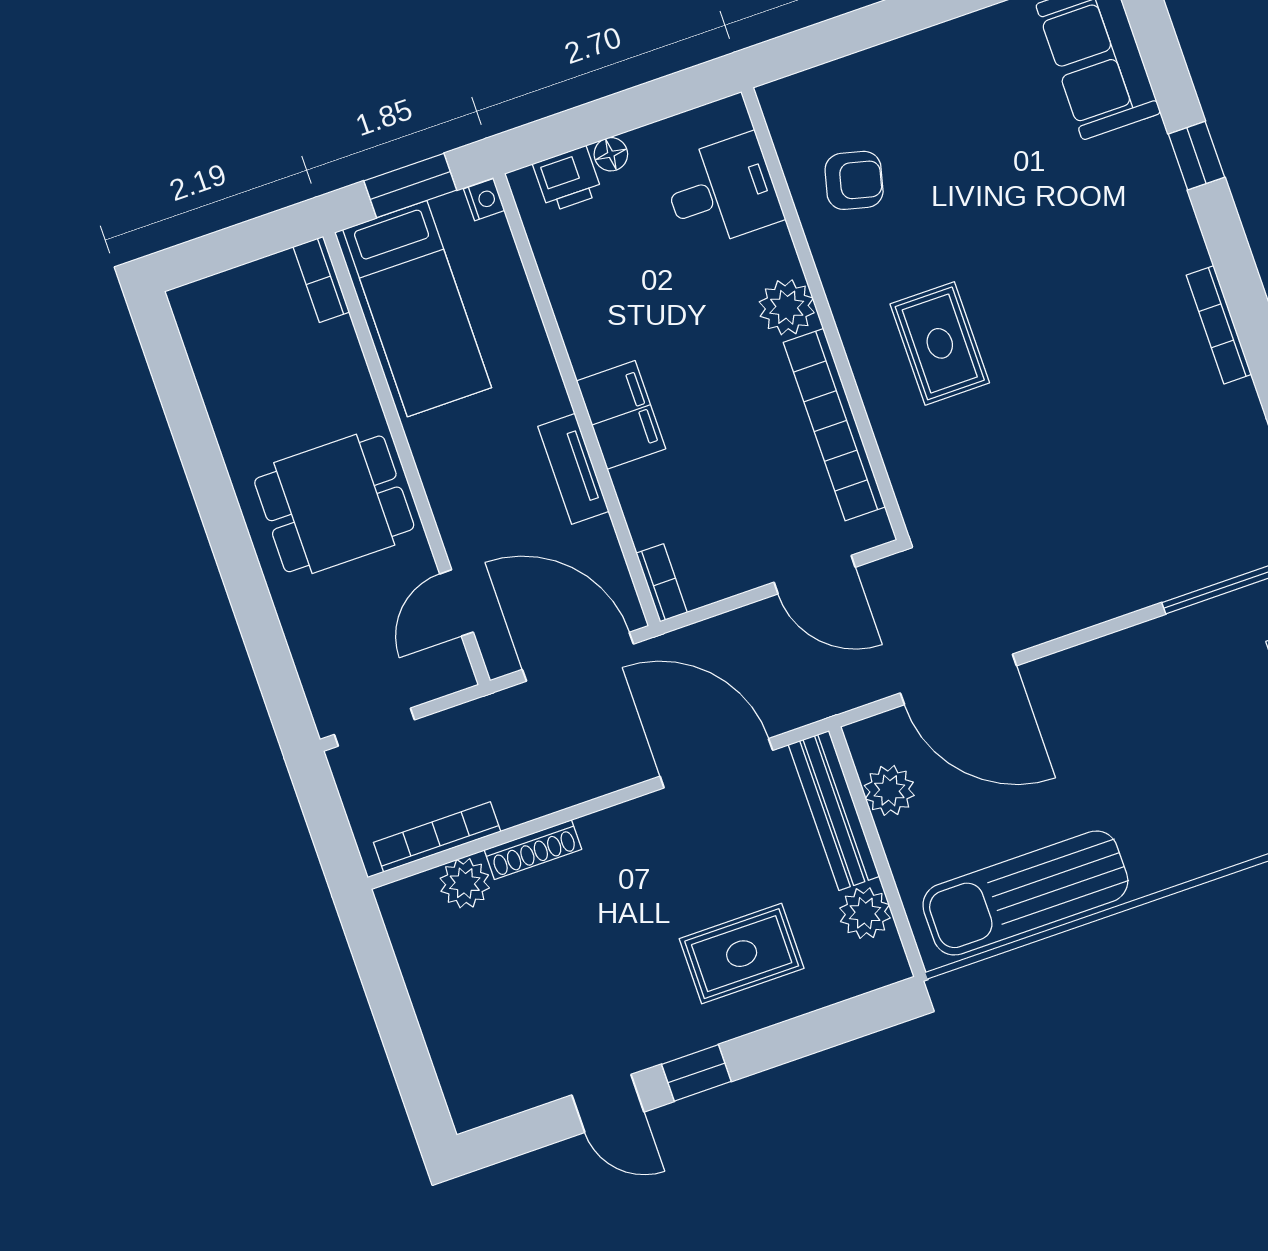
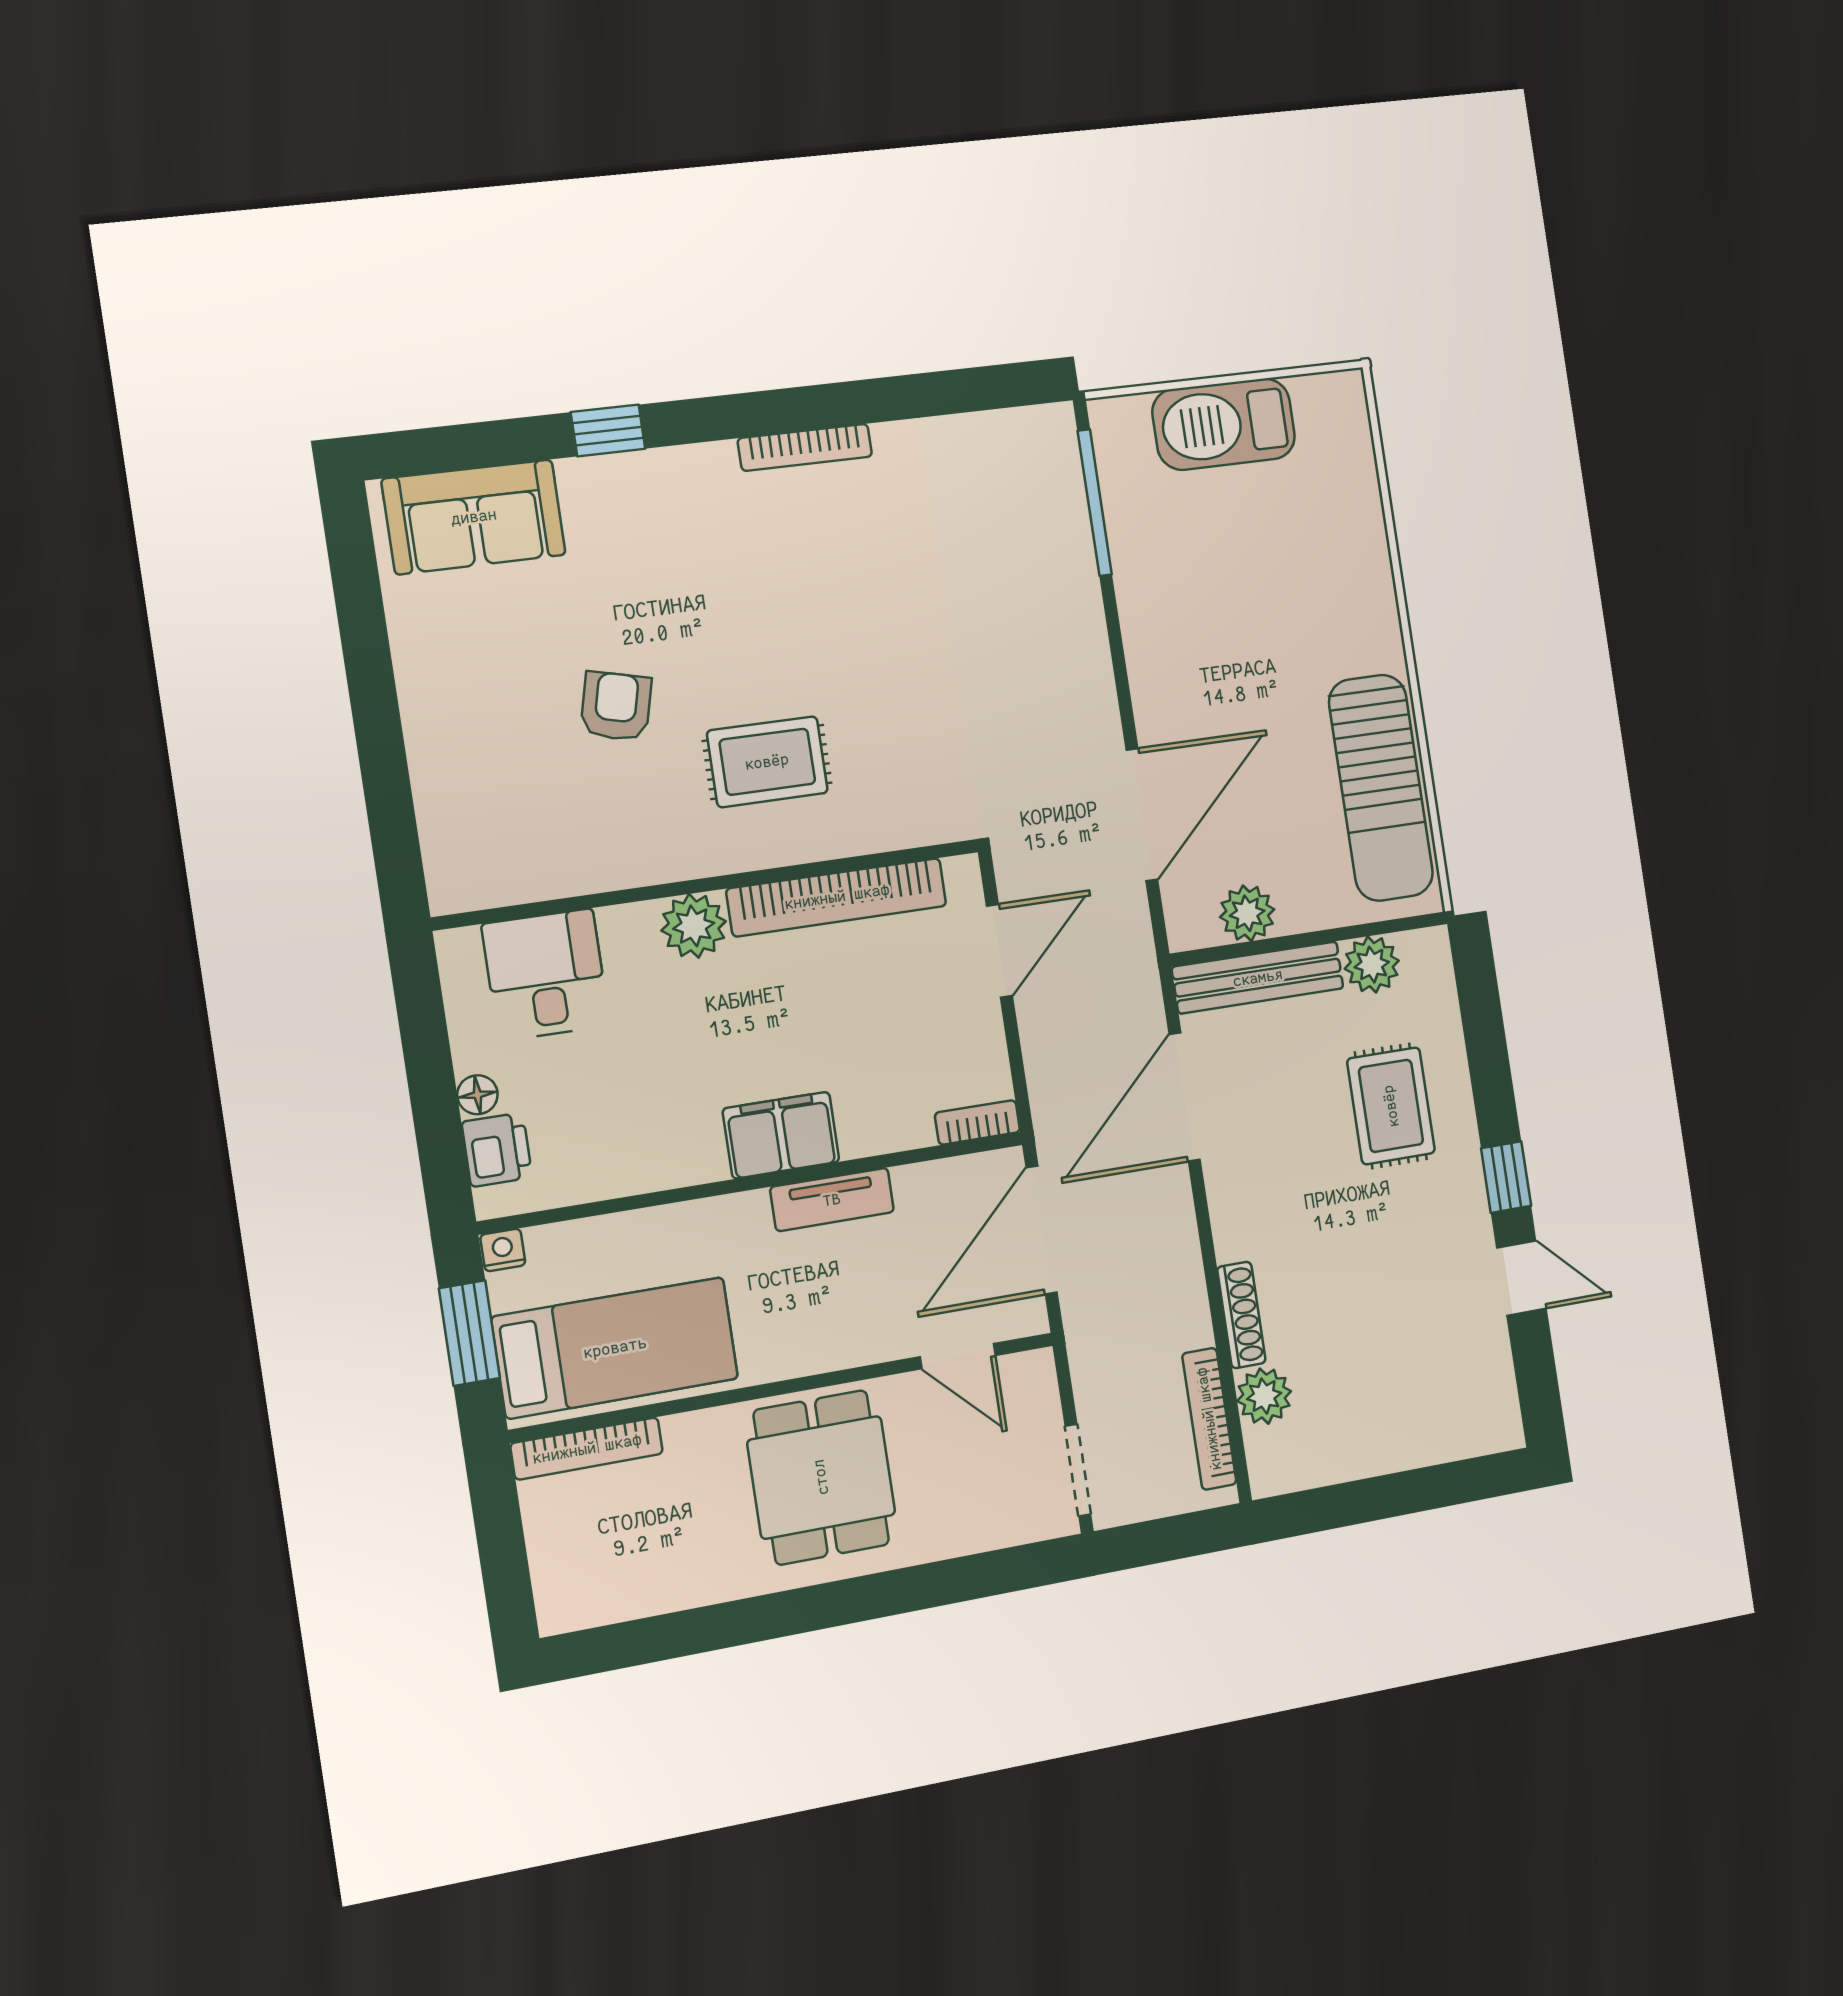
armchair: (854, 180) -> (616, 706), moved
bookcase: (321, 279) -> (587, 1449), width x1.56
door: (608, 1103) -> (1521, 1278), hinge flipped

